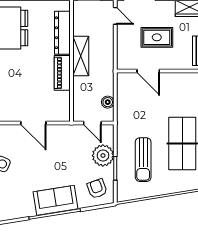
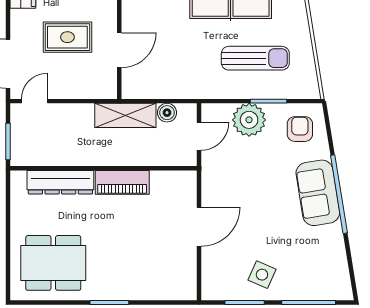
rug: (157, 37) -> (67, 37), turned 90
shelving: (81, 56) -> (125, 115), moved
armchair: (97, 189) -> (300, 129), turned 110

